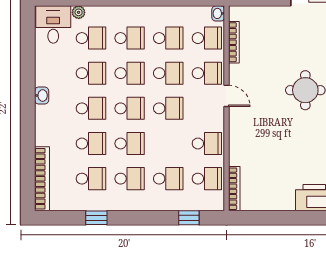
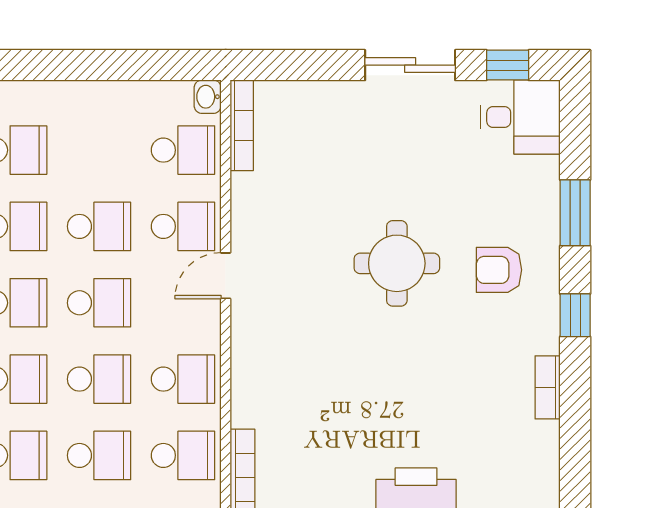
school desk: (168, 38) -> (99, 379), moved
bookcase: (234, 42) -> (242, 125), moved
door: (226, 96) -> (226, 276), swing flipped

